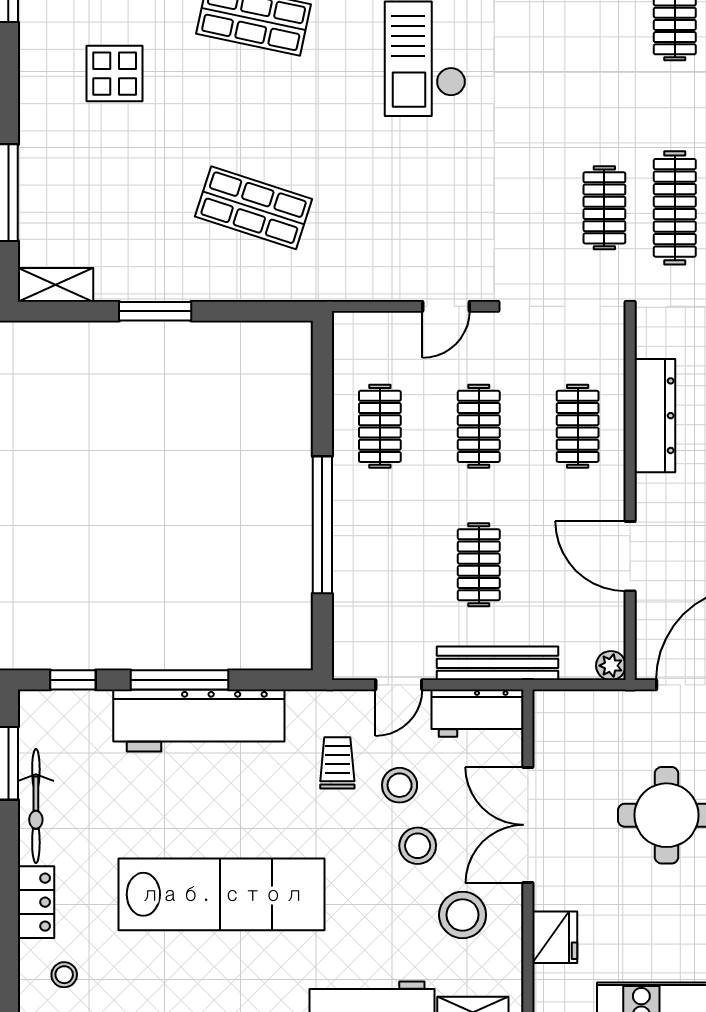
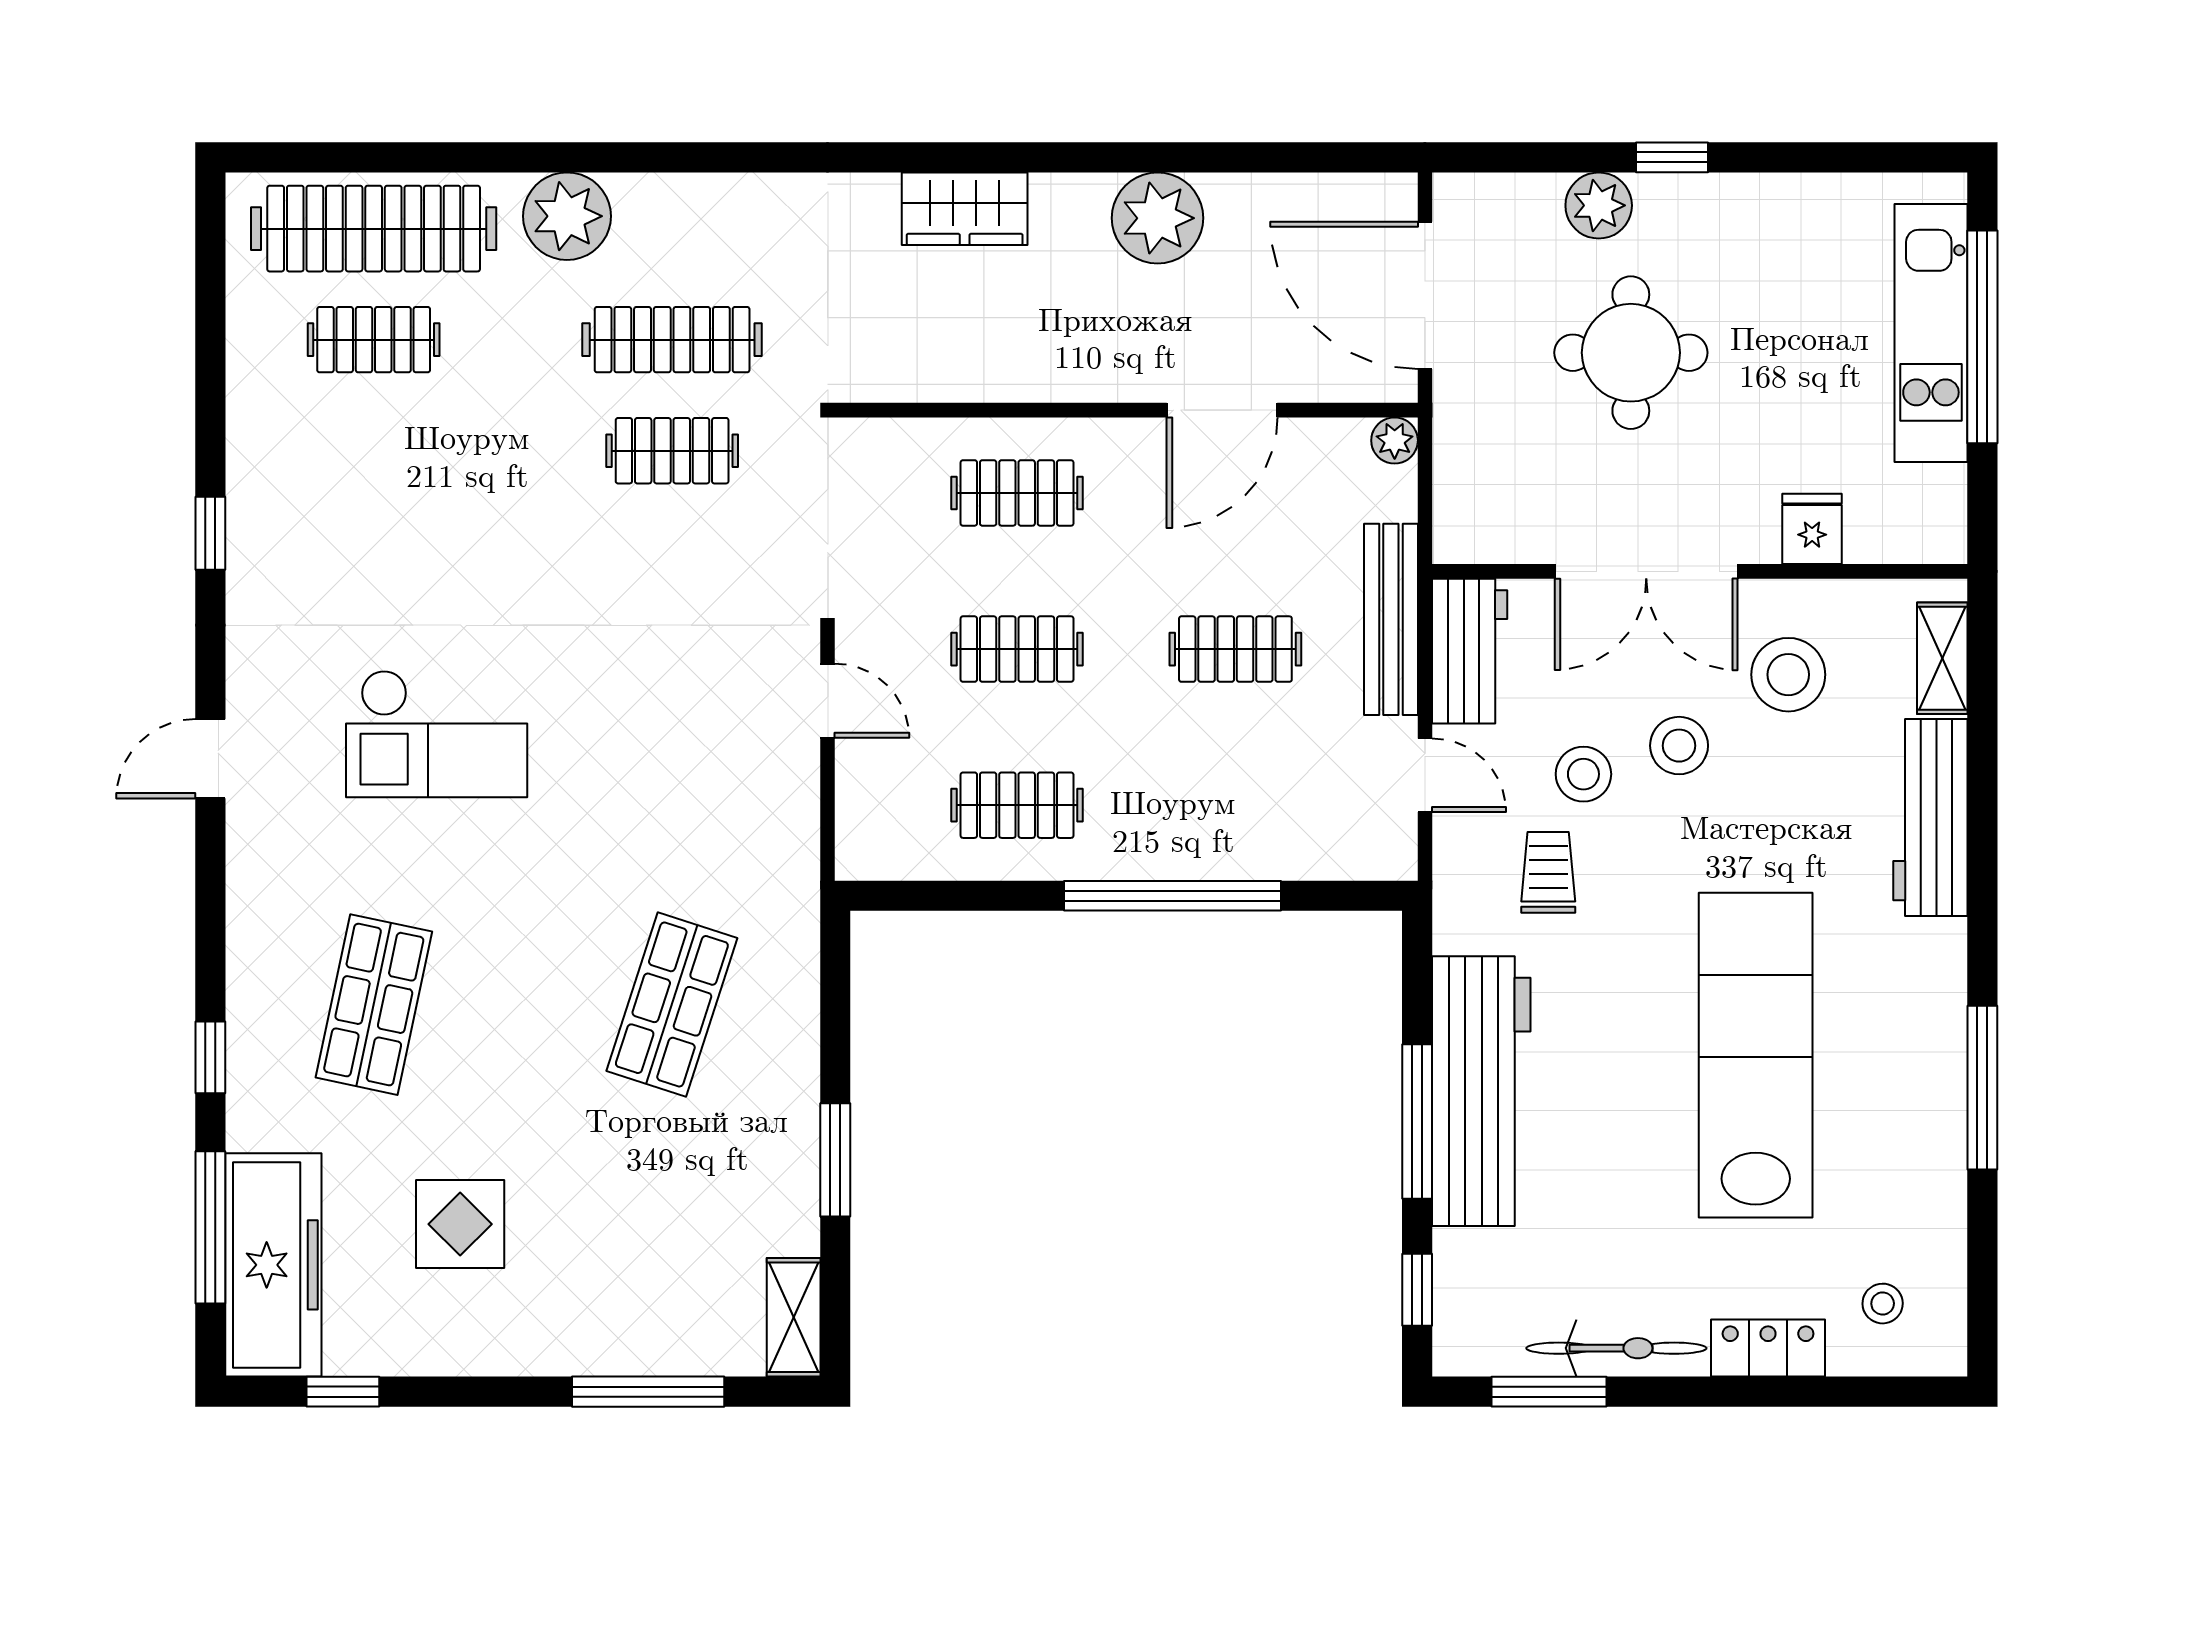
dresser: (655, 416) -> (1000, 371), removed
trolley: (337, 763) -> (1548, 872), turned 90
fridge: (555, 937) -> (1812, 529), width x0.72

